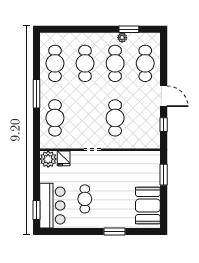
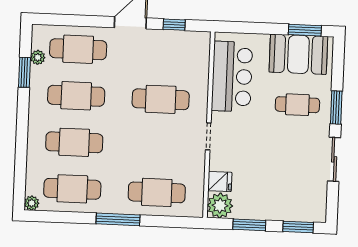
plant: (45, 38) -> (32, 203), added
plant: (122, 38) -> (38, 57), moved
window: (164, 175) -> (305, 30), moved
window: (36, 179) -> (249, 225), added
cafe table: (85, 199) -> (297, 105), moved
bar counter: (52, 206) -> (232, 76), moved, turned 90
sliding door: (81, 231) -> (334, 159), added

